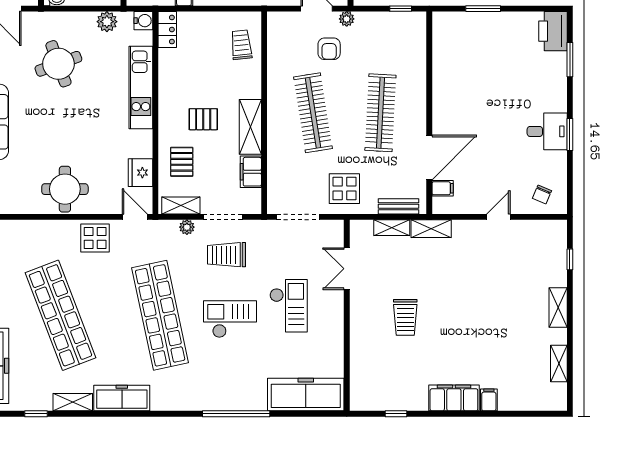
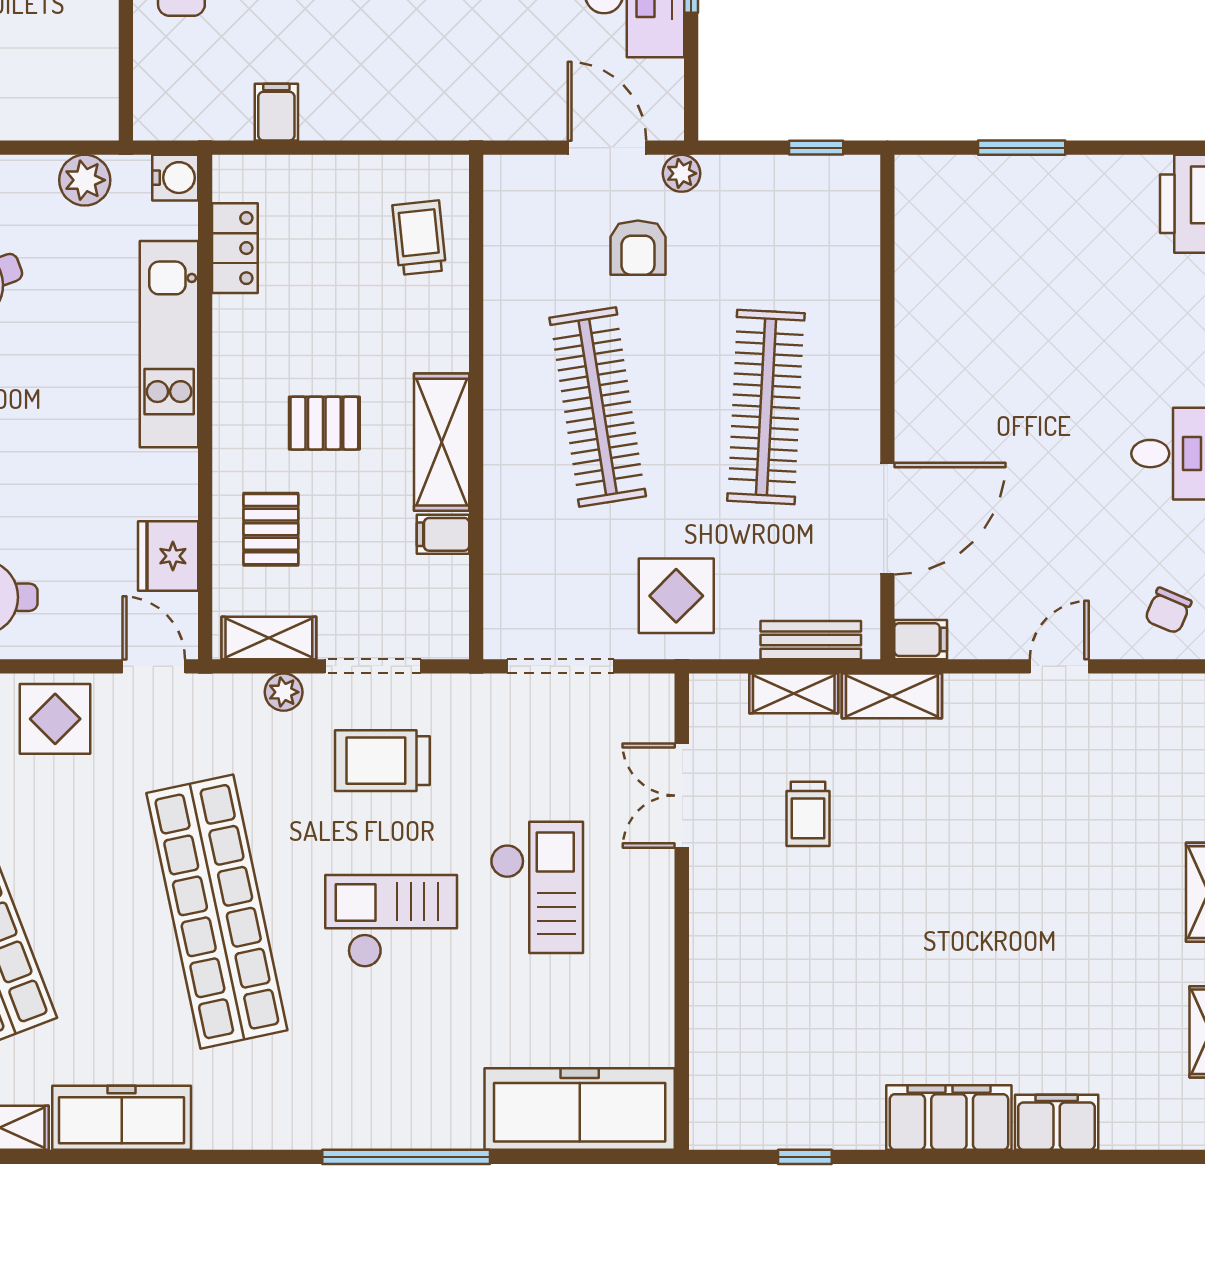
locker: (167, 30) -> (235, 248), moved
filing cabinet: (251, 172) -> (443, 534), width x0.50
filing cabinet: (443, 188) -> (921, 640), moved
trolley: (405, 317) -> (808, 814), moved, width x0.73, depth x0.72
filing cabinet: (489, 400) -> (1057, 1122), width x2.00

